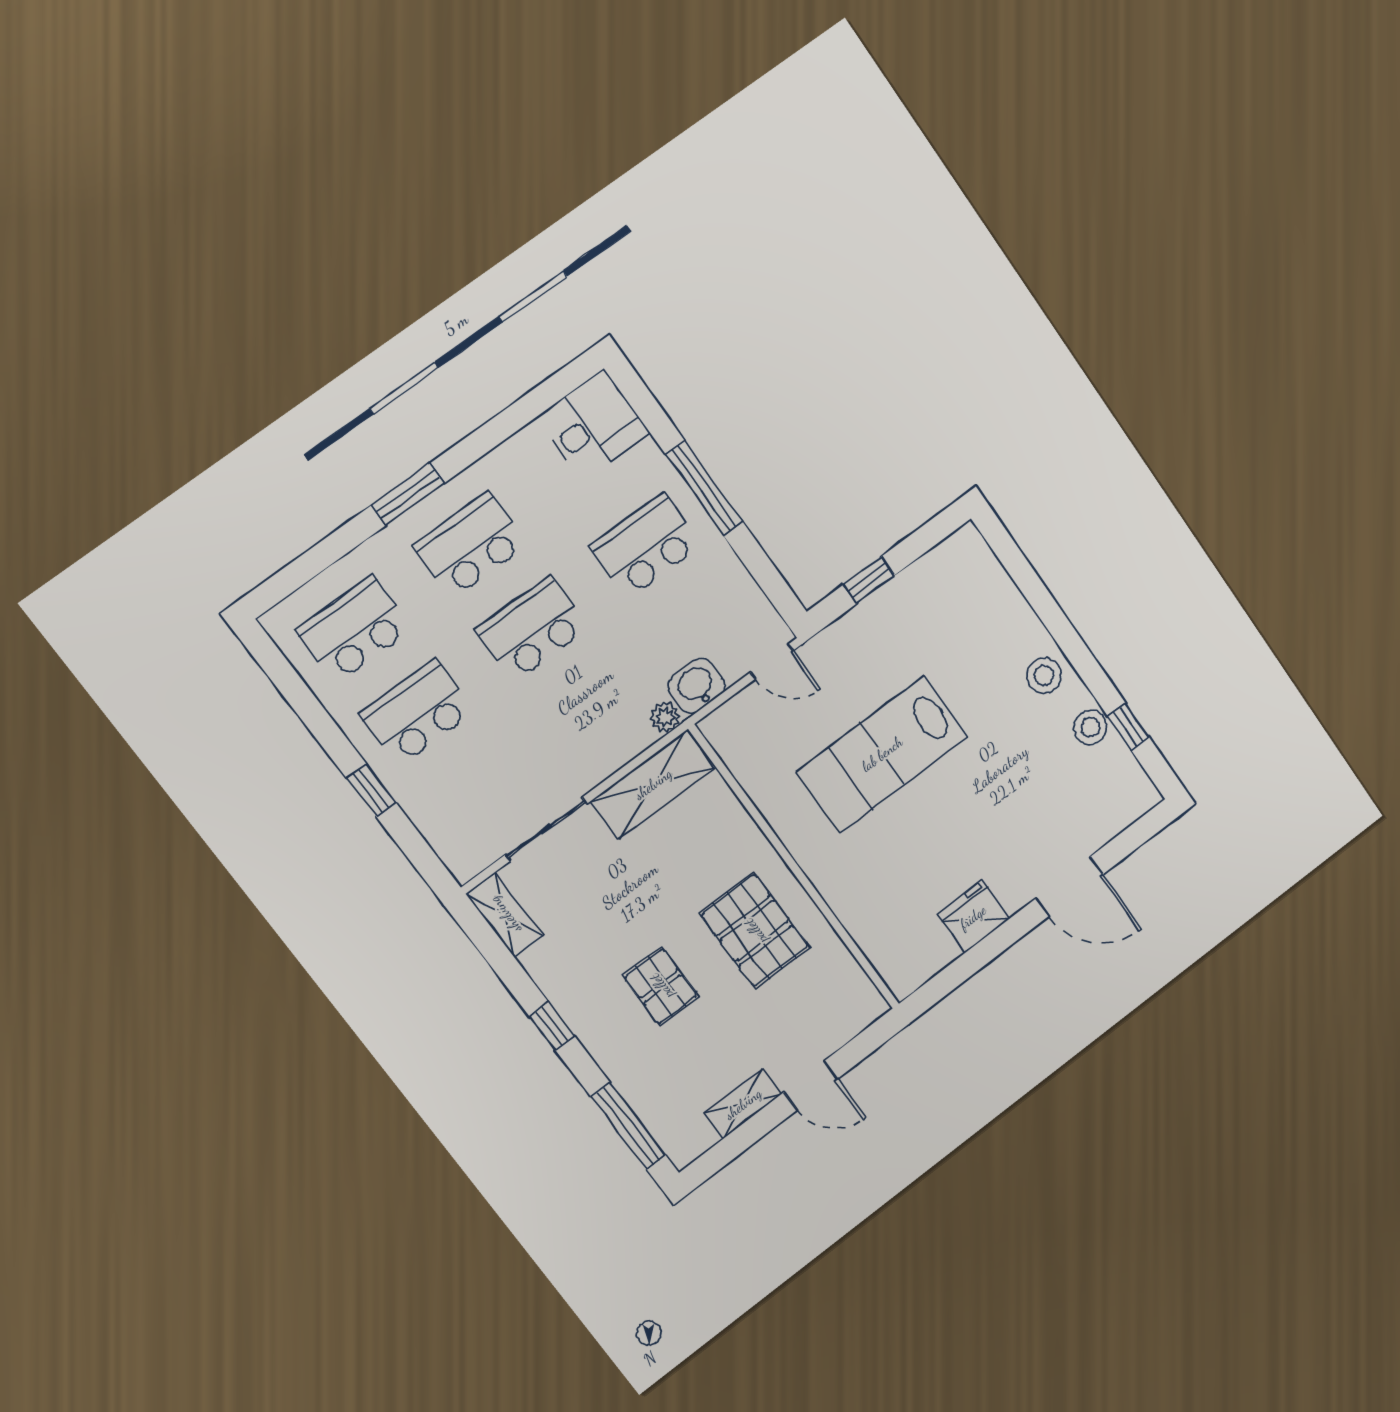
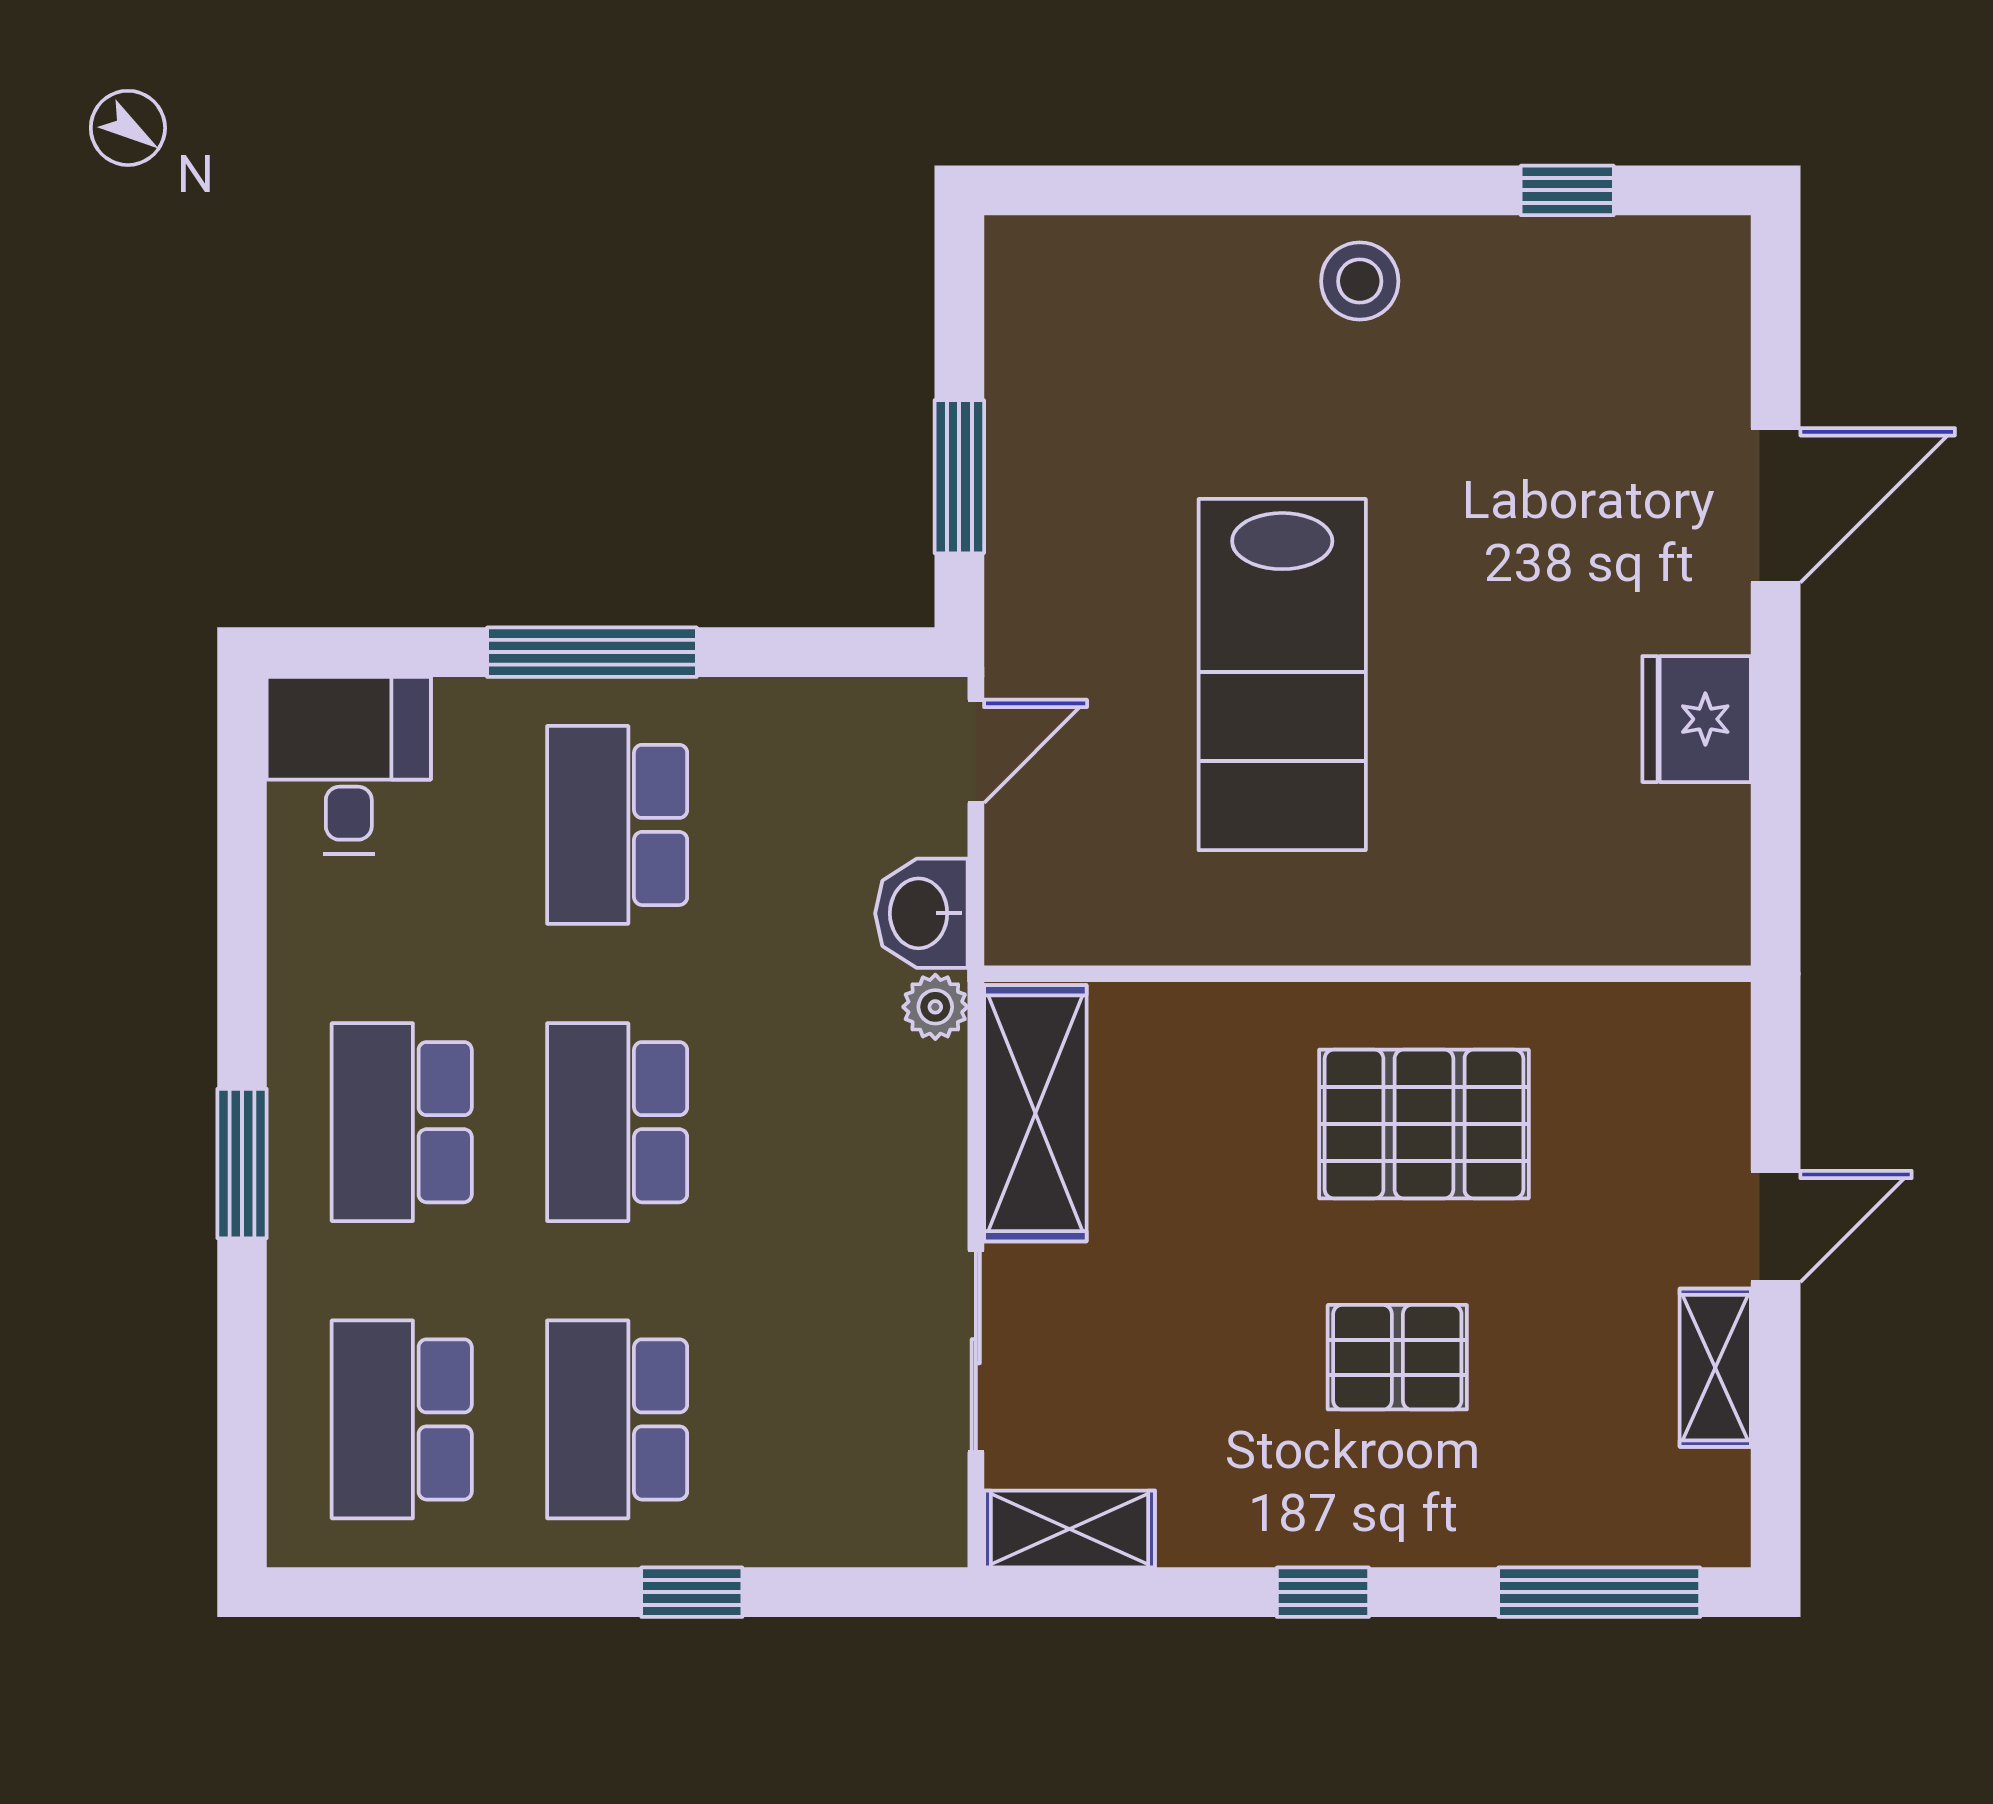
window: (869, 580) -> (959, 477), width x1.50
stool: (1090, 727) -> (1516, 262), removed

